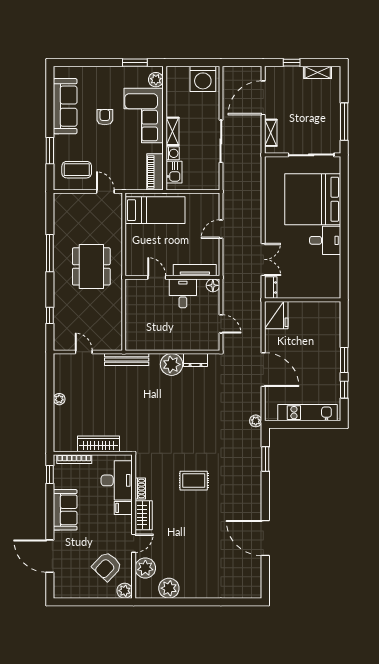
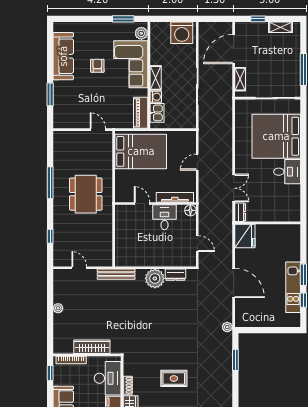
coffee table: (77, 170) -> (73, 111), removed
bed: (155, 210) -> (141, 151), width x1.50
kitchen unit: (308, 413) -> (293, 287), moved, turned -90

